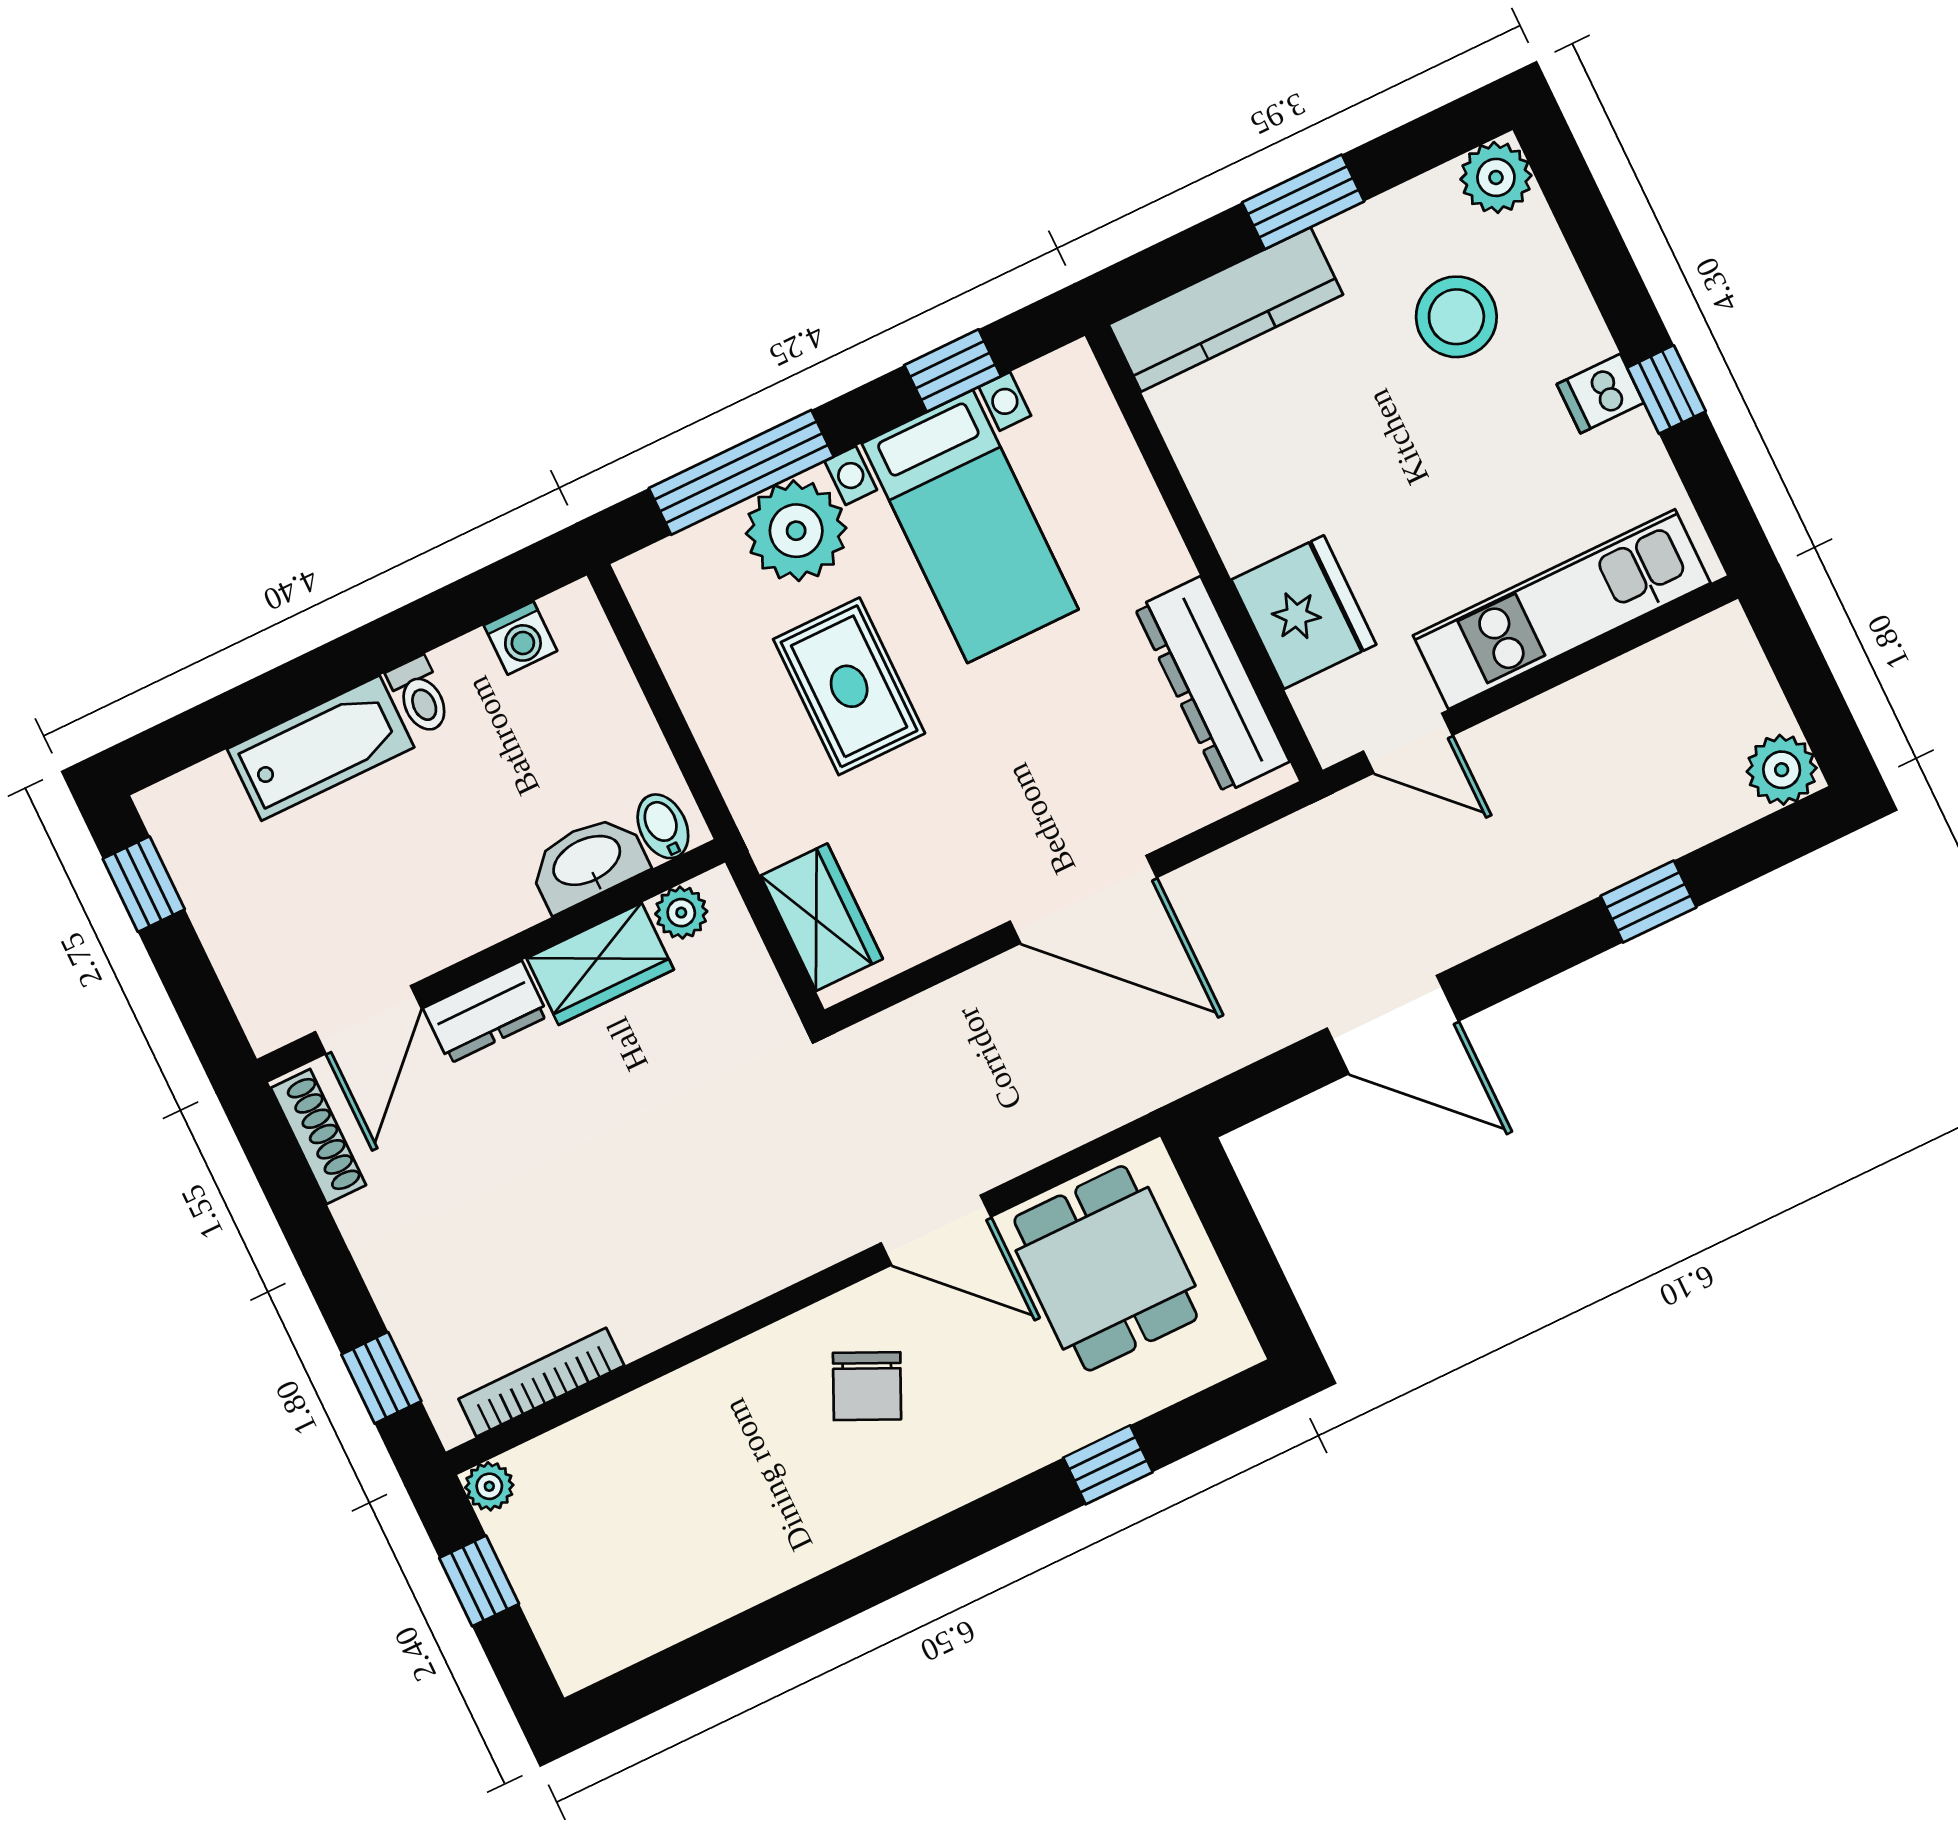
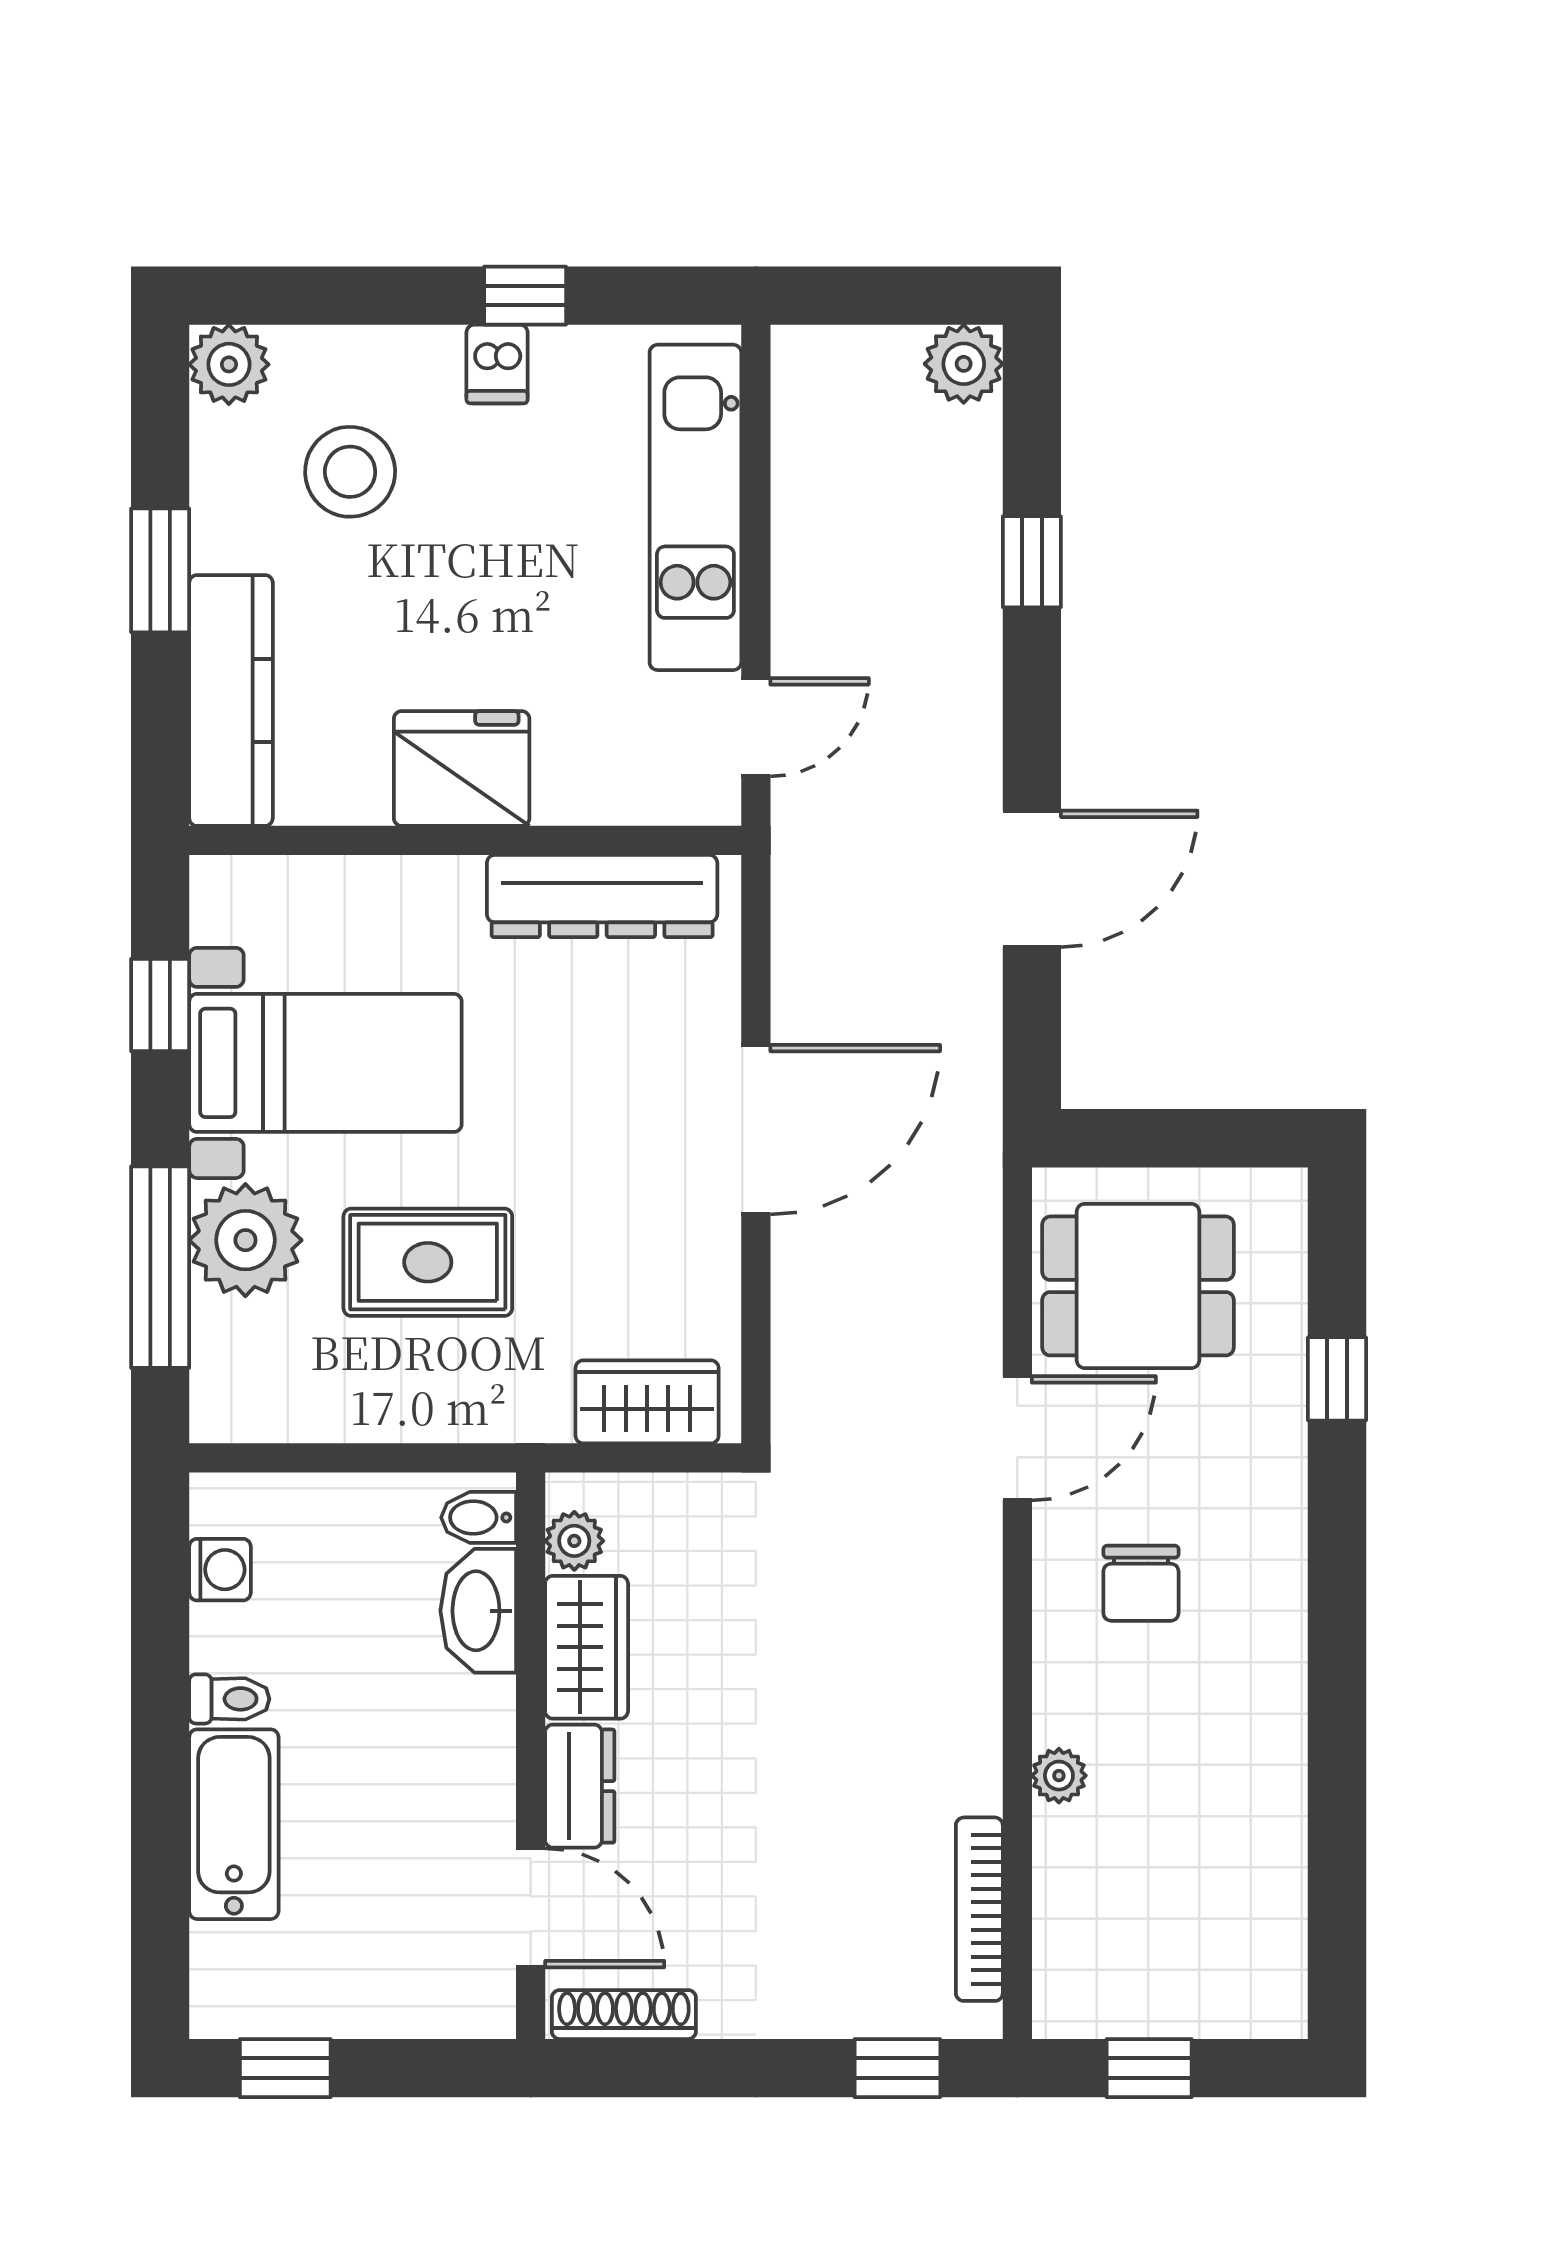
fridge: (1304, 612) -> (462, 768), moved
chair: (867, 1386) -> (1141, 1583), turned 65
plant: (489, 1486) -> (1059, 1776), moved

